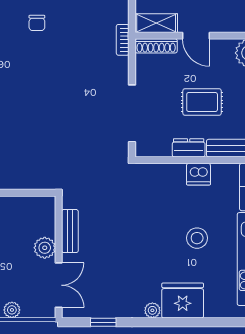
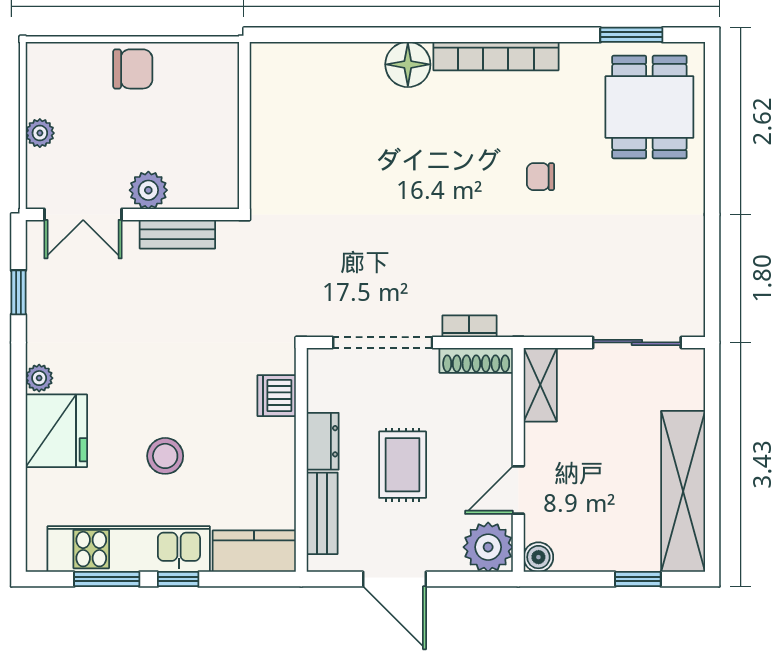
door: (196, 36) -> (518, 490), moved
bookcase: (123, 40) -> (469, 326), moved
shoe rack: (156, 46) -> (476, 360), moved, turned -90
dishwasher: (198, 174) -> (277, 396), moved

